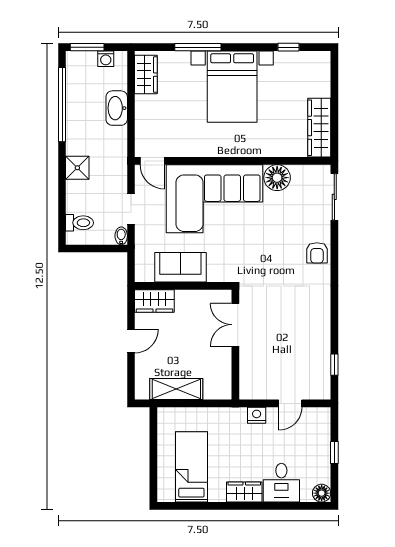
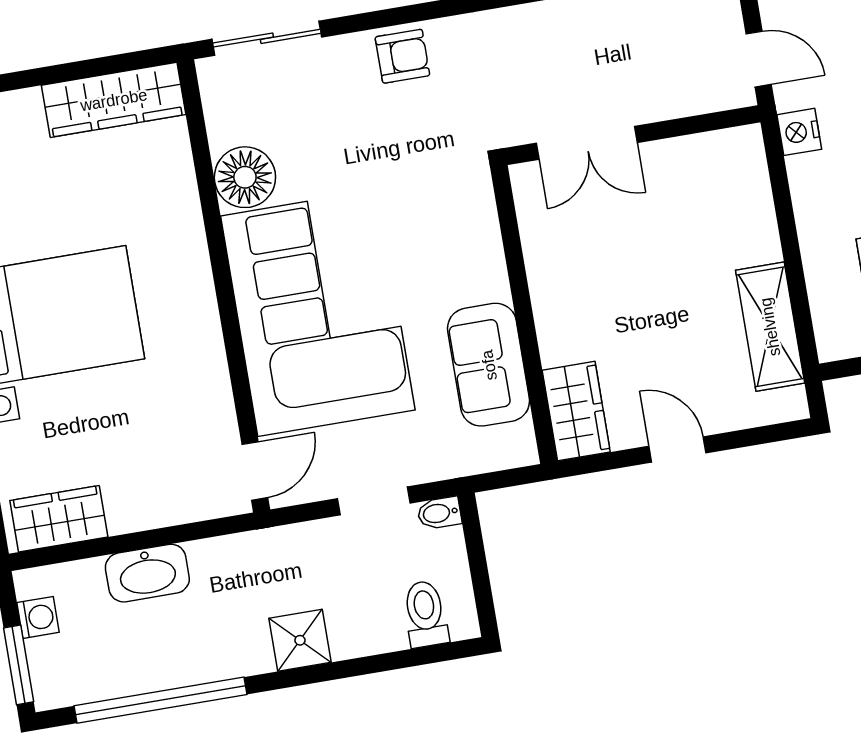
double door: (235, 325) -> (587, 143), moved
wall: (235, 345) -> (633, 135), moved

